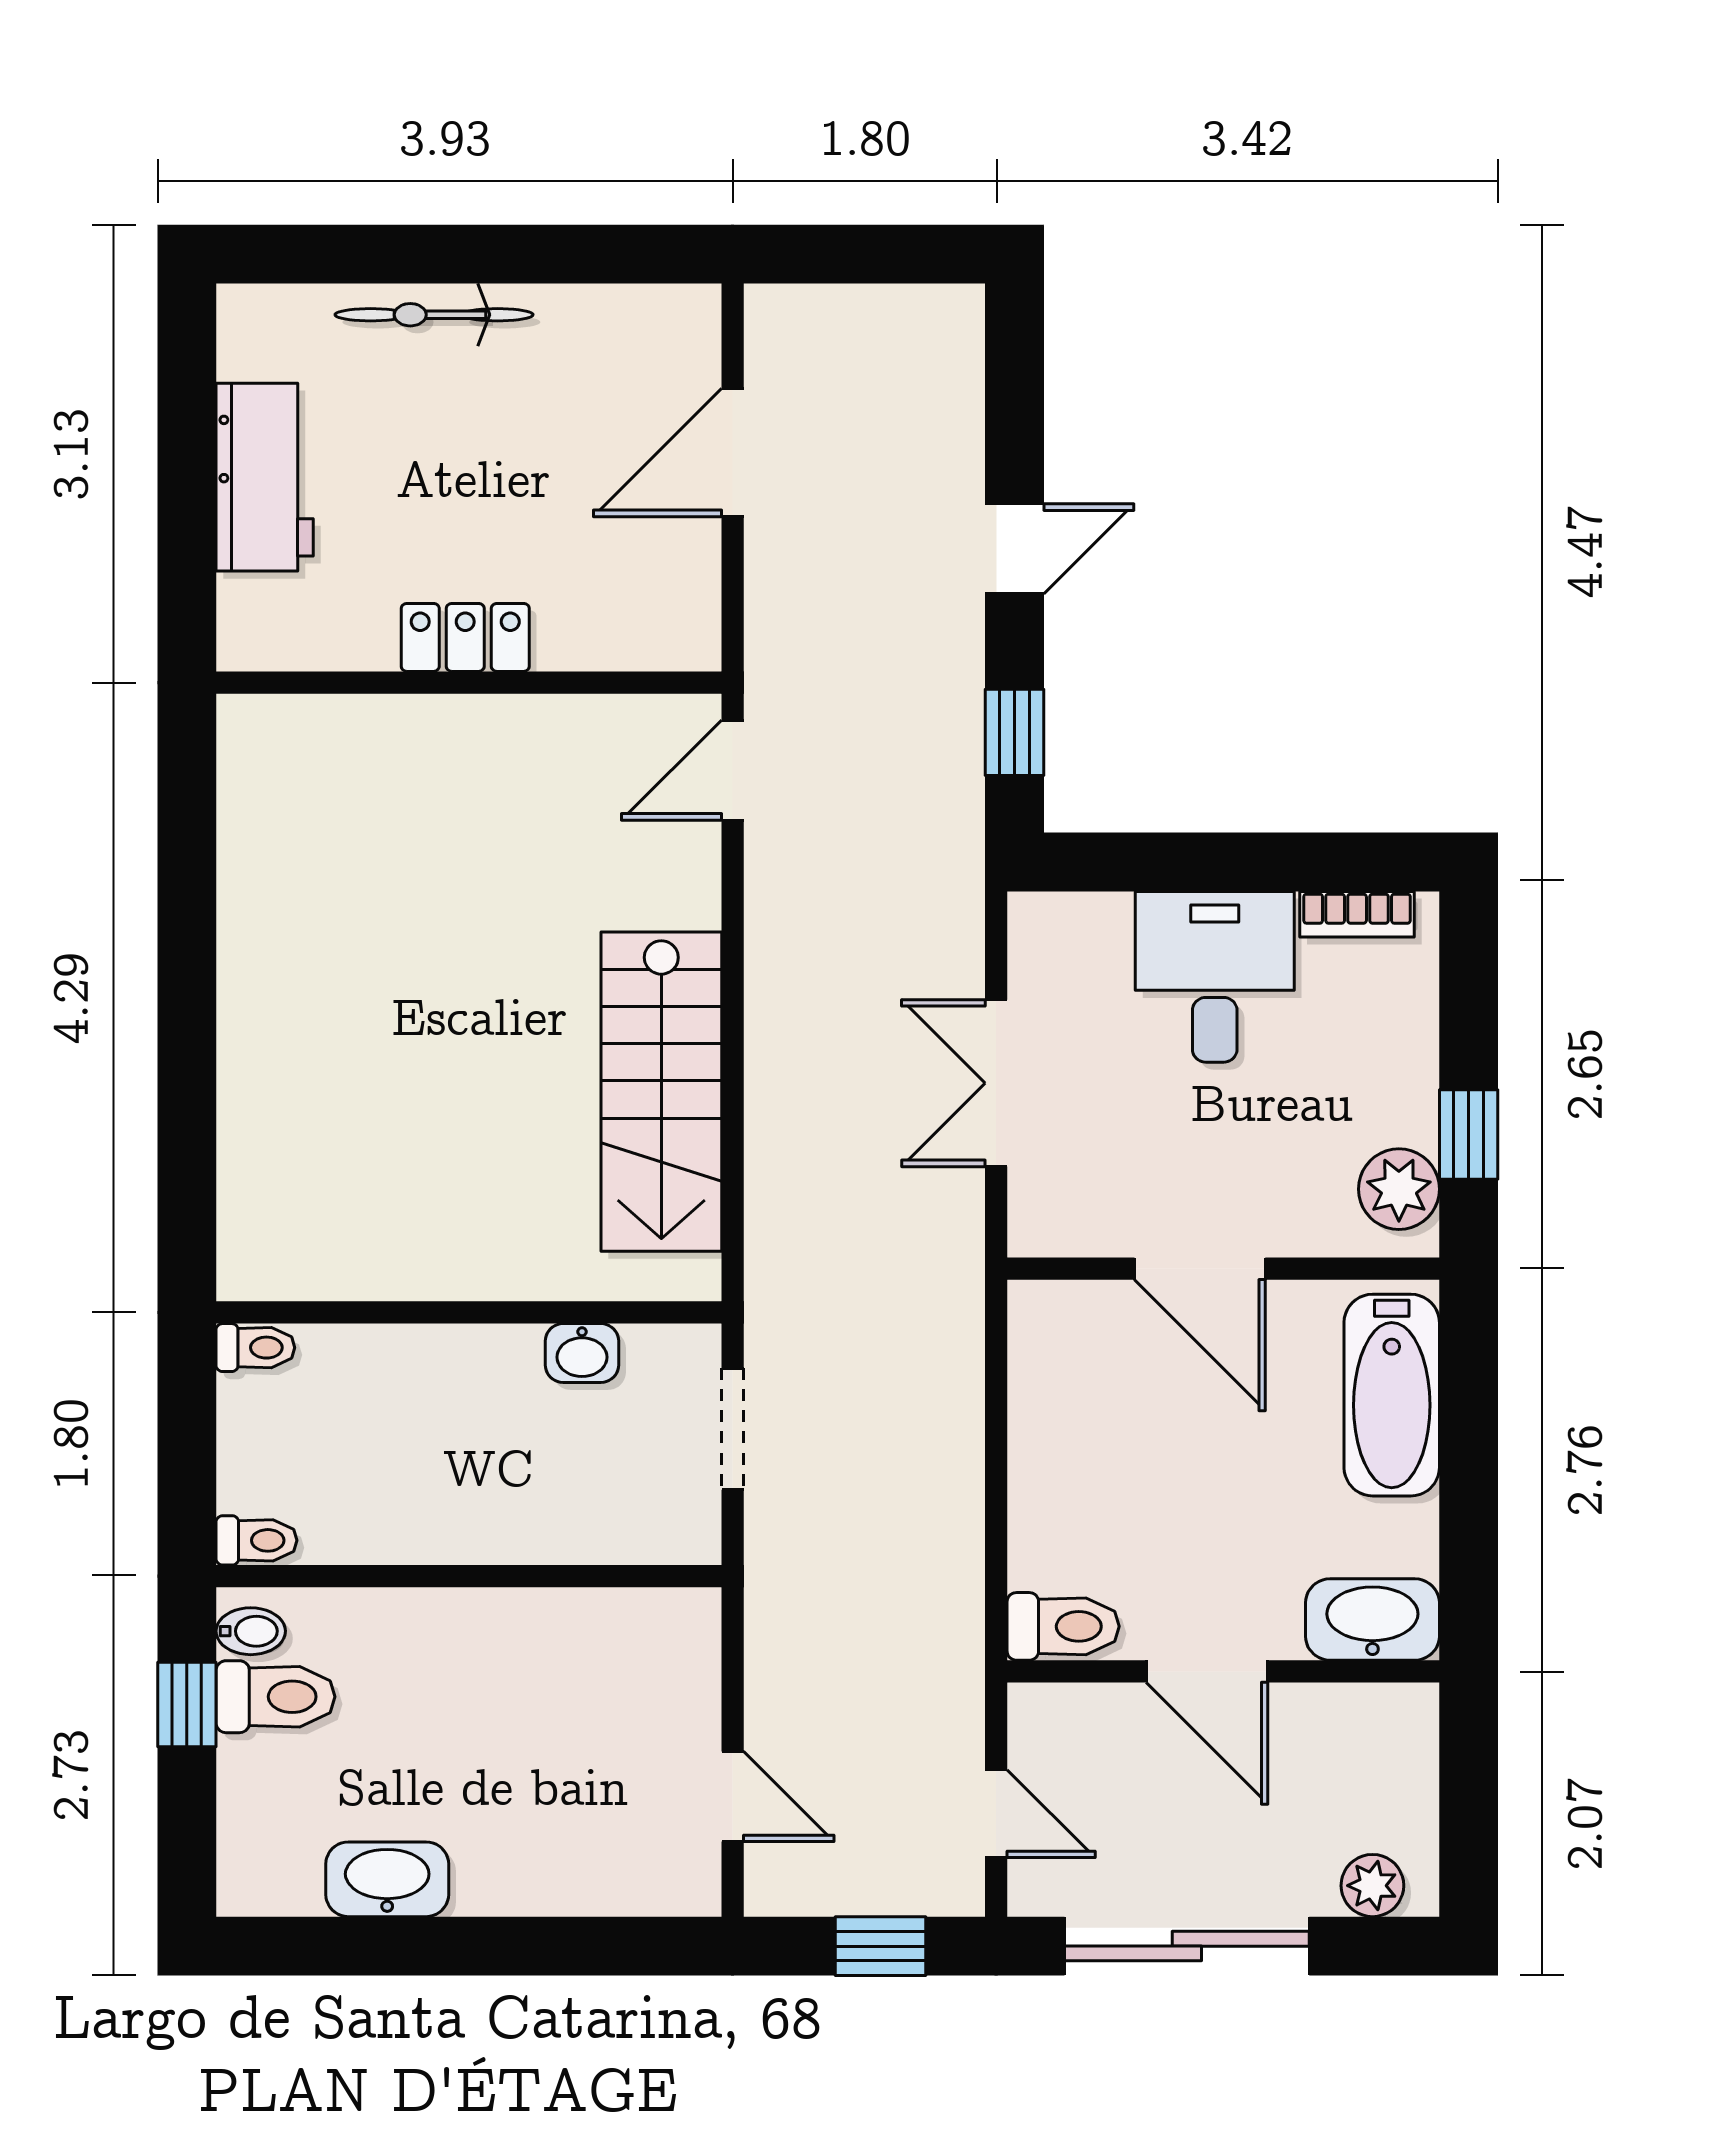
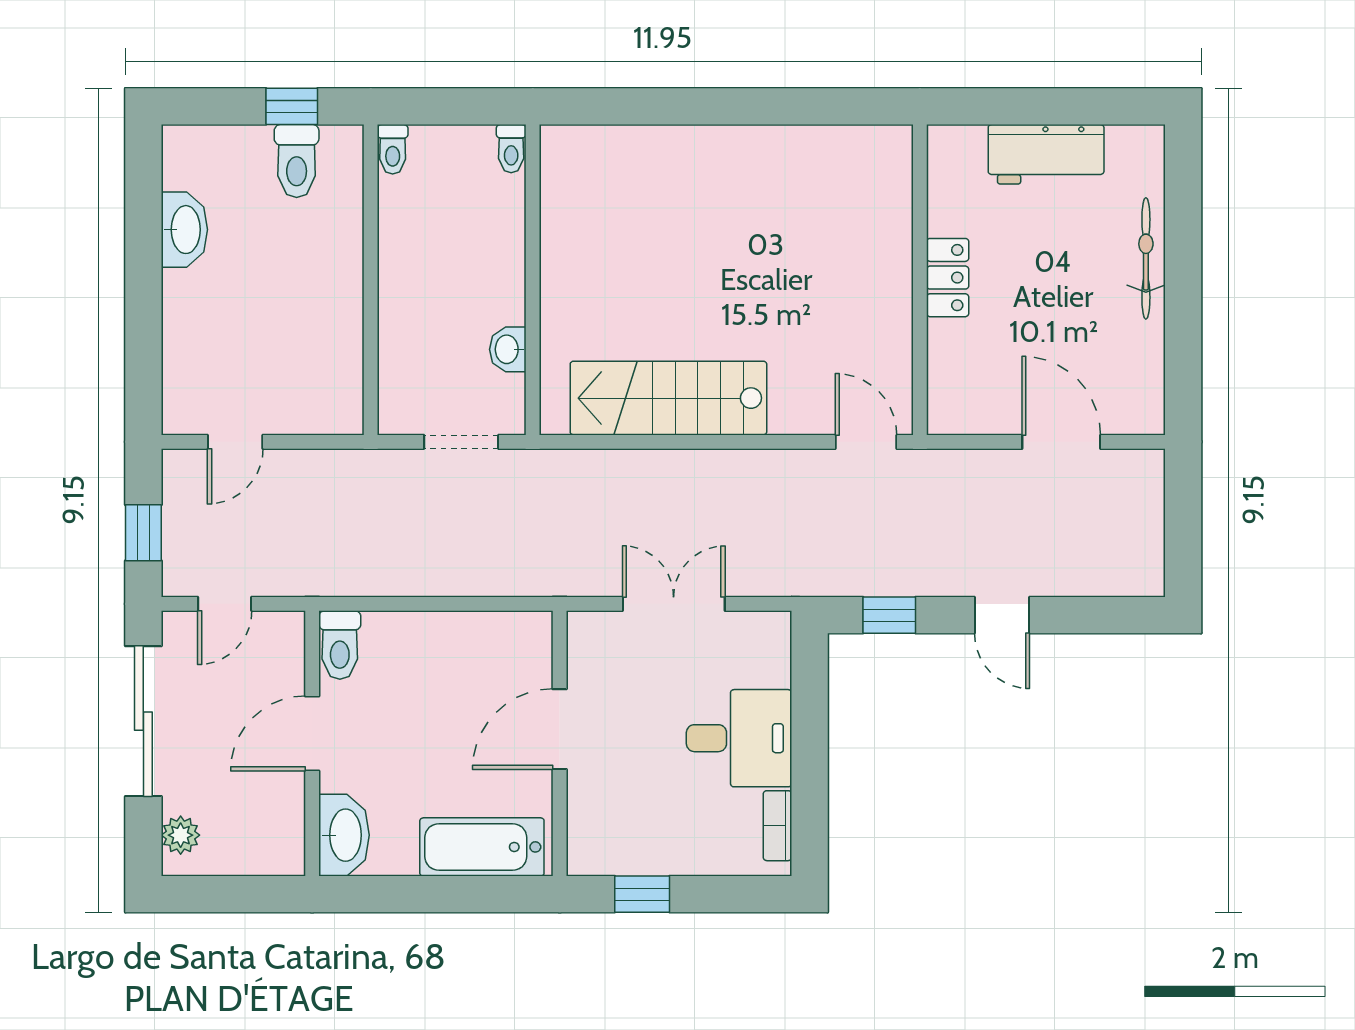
plant: (1399, 1189) -> (609, 851), removed
bidet: (251, 1631) -> (337, 146), removed

